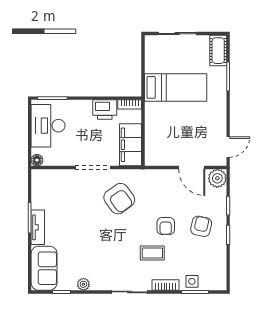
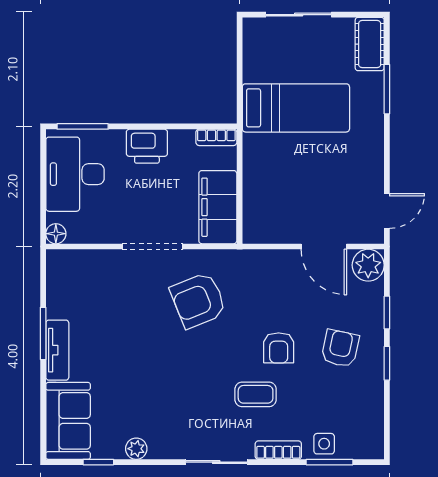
printer: (105, 110) -> (147, 146), moved
armchair: (119, 199) -> (198, 300), turned 104

